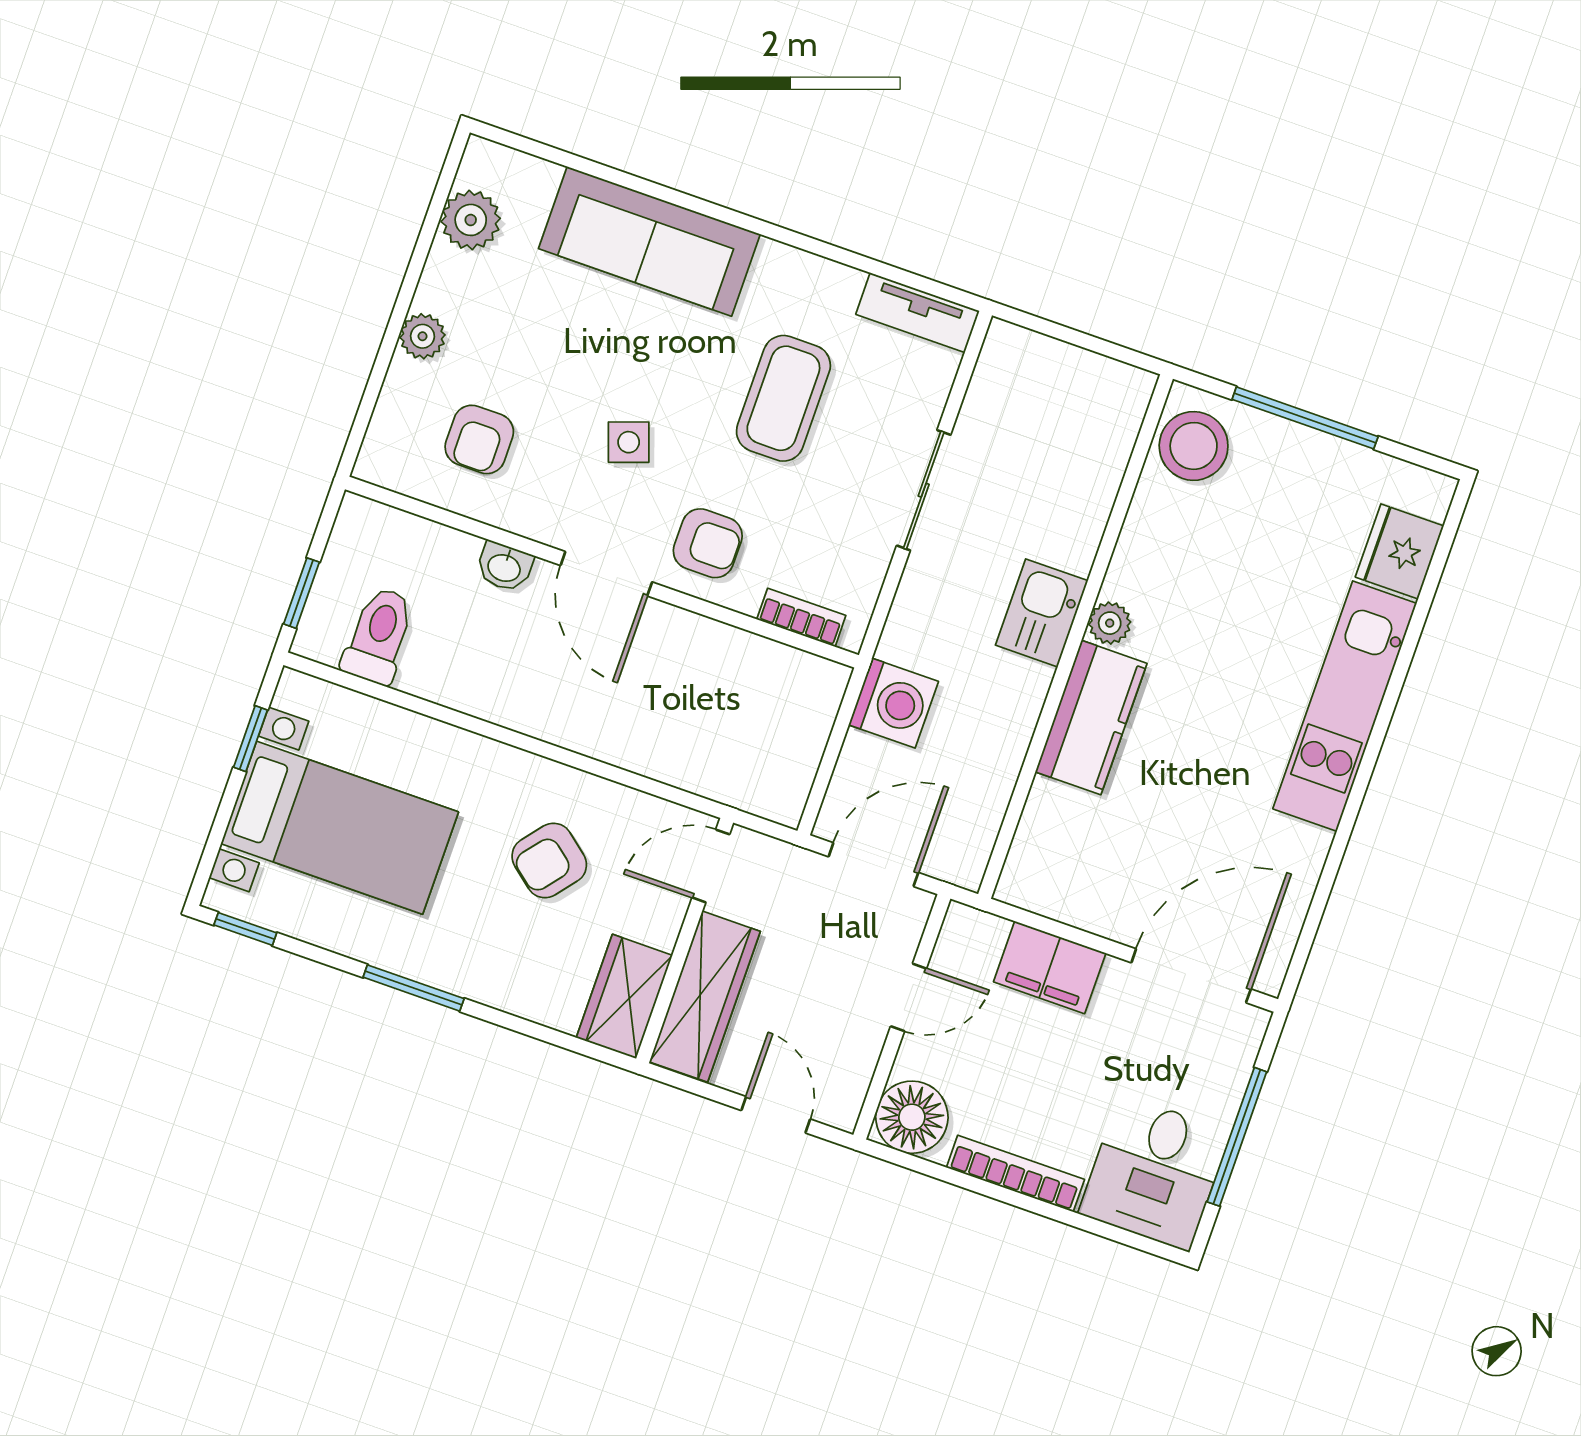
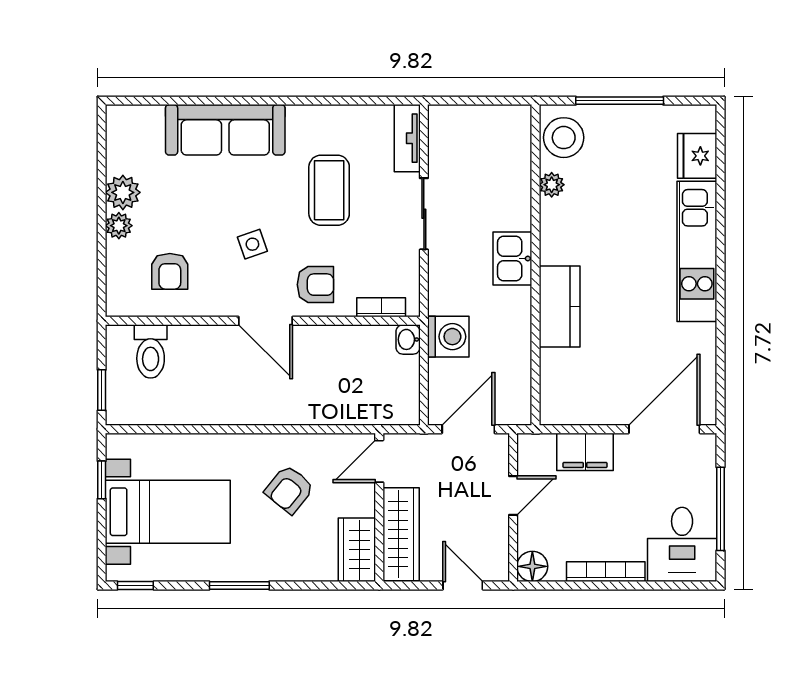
plant: (471, 220) -> (123, 192), moved
tv unit: (918, 313) -> (407, 138), moved, turned 90
washbasin: (504, 567) -> (408, 339), moved, turned 90
plant: (1110, 623) -> (552, 185), moved
toilet: (379, 636) -> (151, 351), moved, turned 180
floor lamp: (912, 1117) -> (532, 566), width x0.73, depth x0.73

